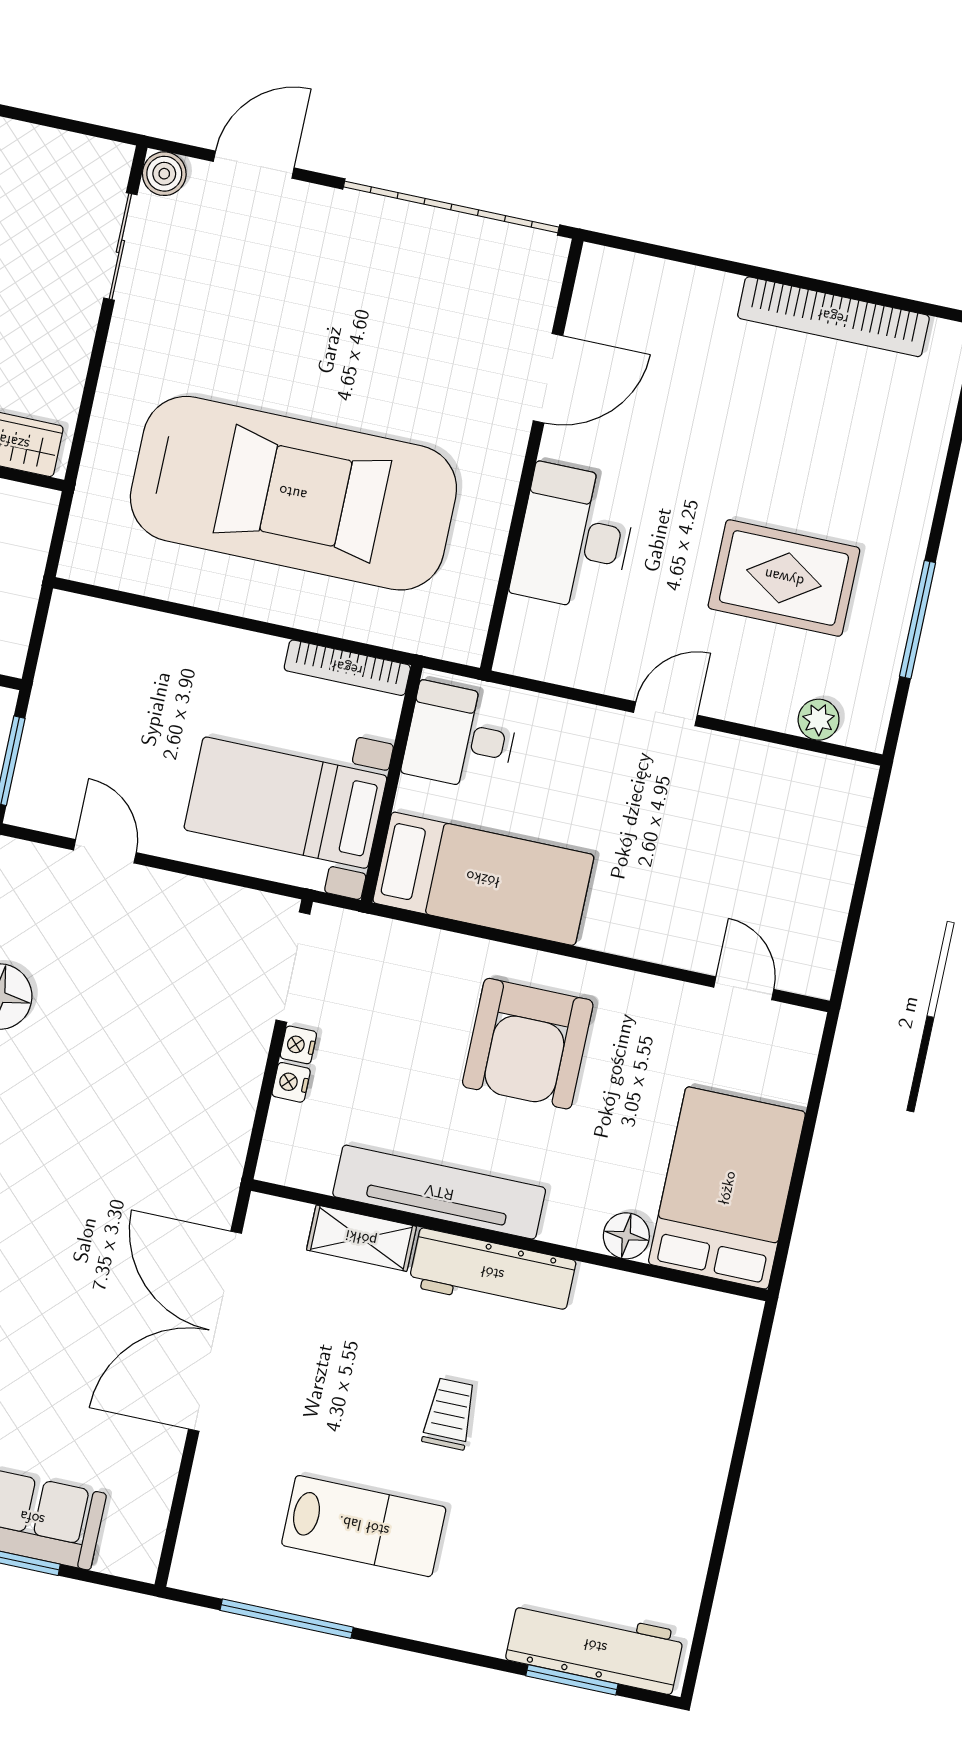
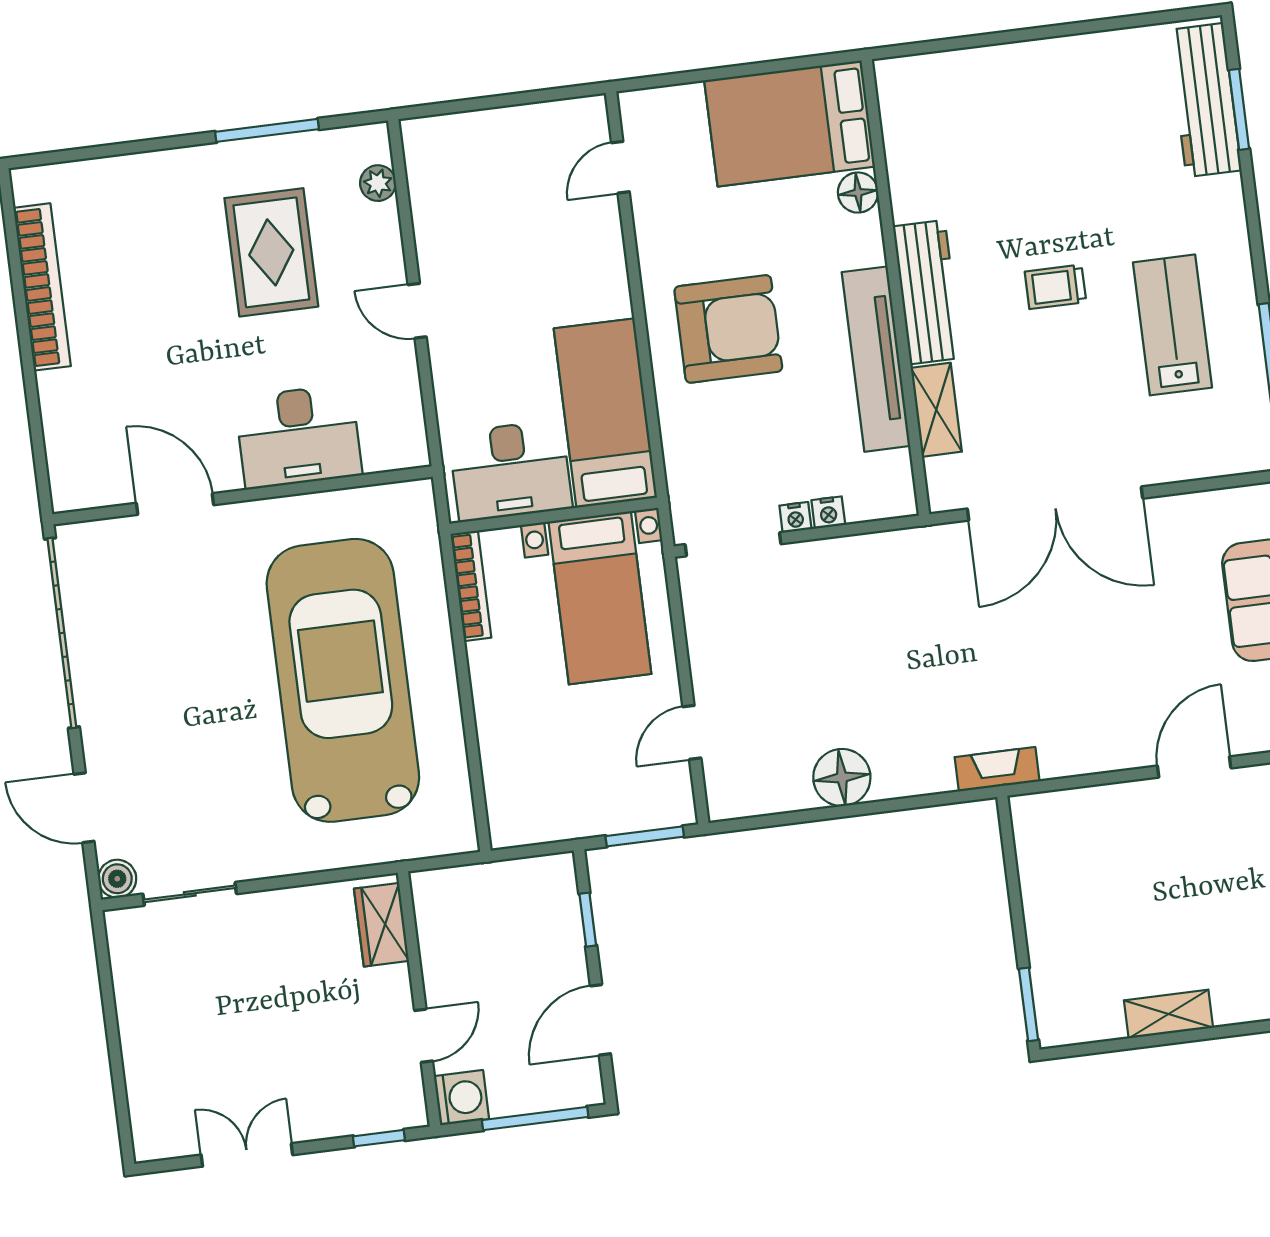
desk: (461, 737) -> (511, 471), width x1.37

